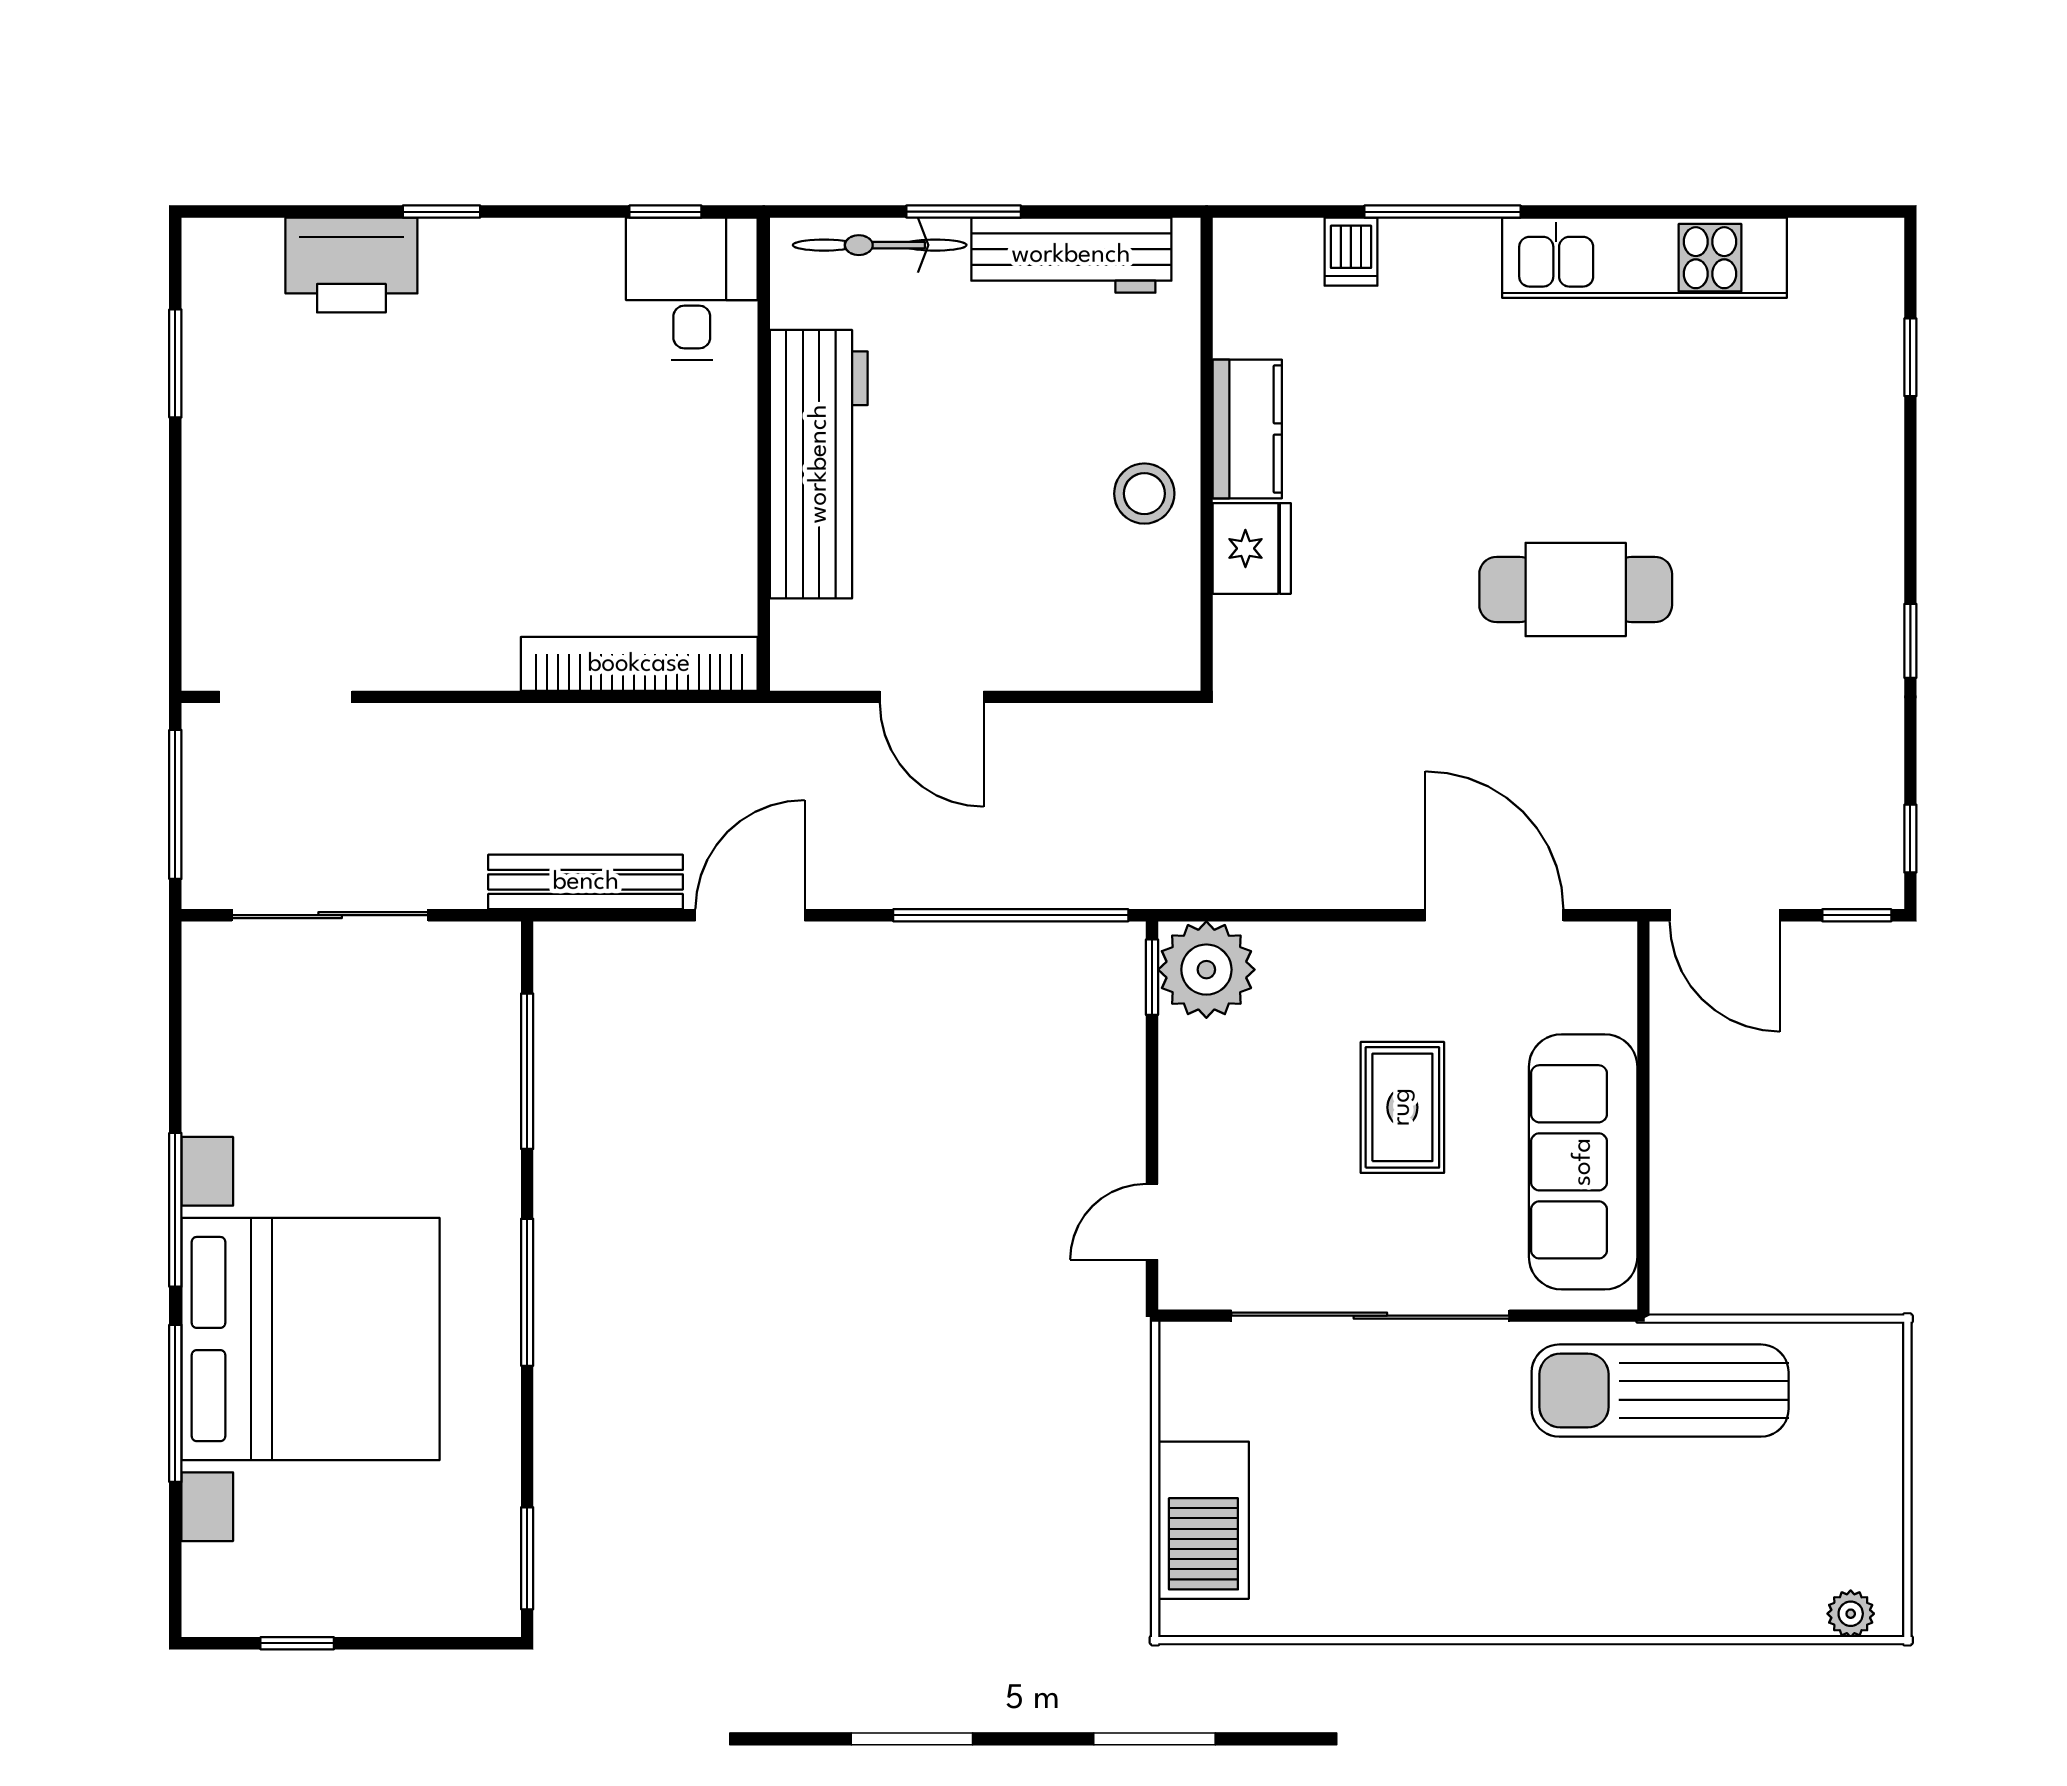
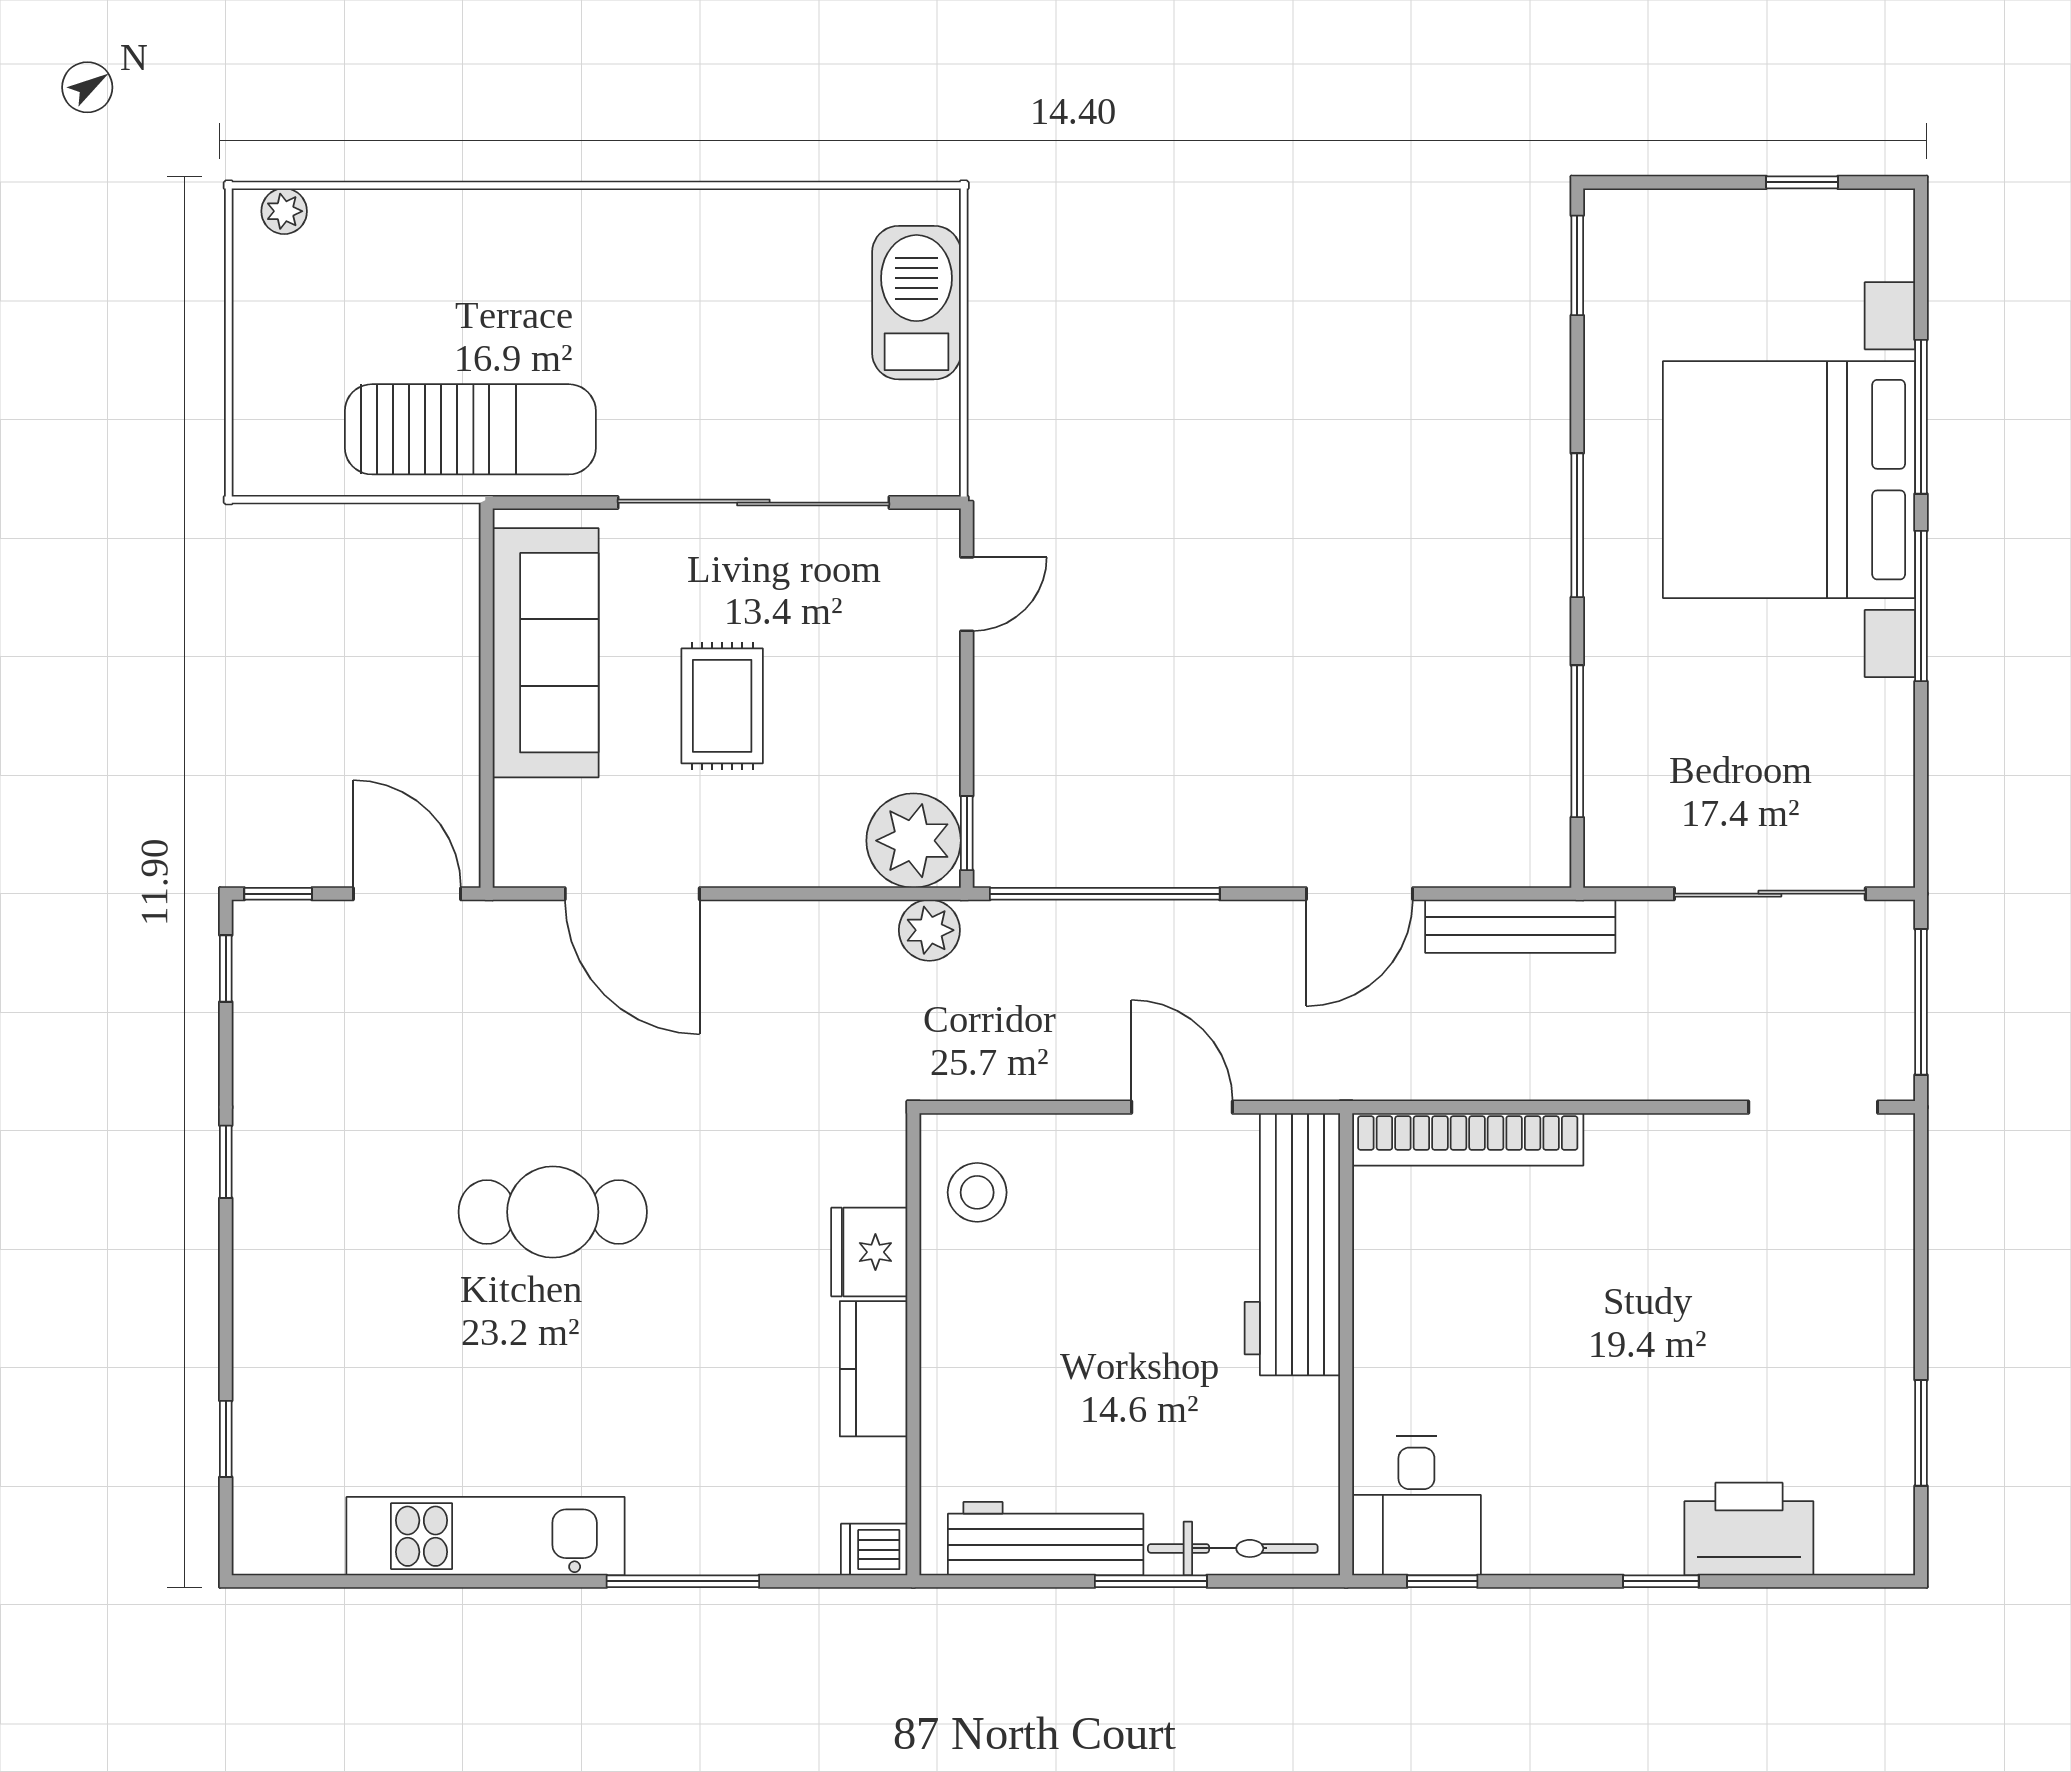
dishwasher: (1351, 252) -> (874, 1550), moved, turned -90
workbench: (819, 464) -> (1292, 1244), moved
stool: (1144, 494) -> (977, 1192), moved
plant: (1190, 878) -> (929, 930), added

